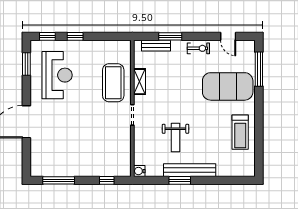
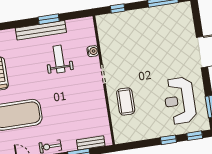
shelving: (140, 82) -> (101, 107), removed
coffee table: (113, 83) -> (126, 102), width x0.73, depth x0.76
water cooler: (139, 171) -> (93, 51), moved

